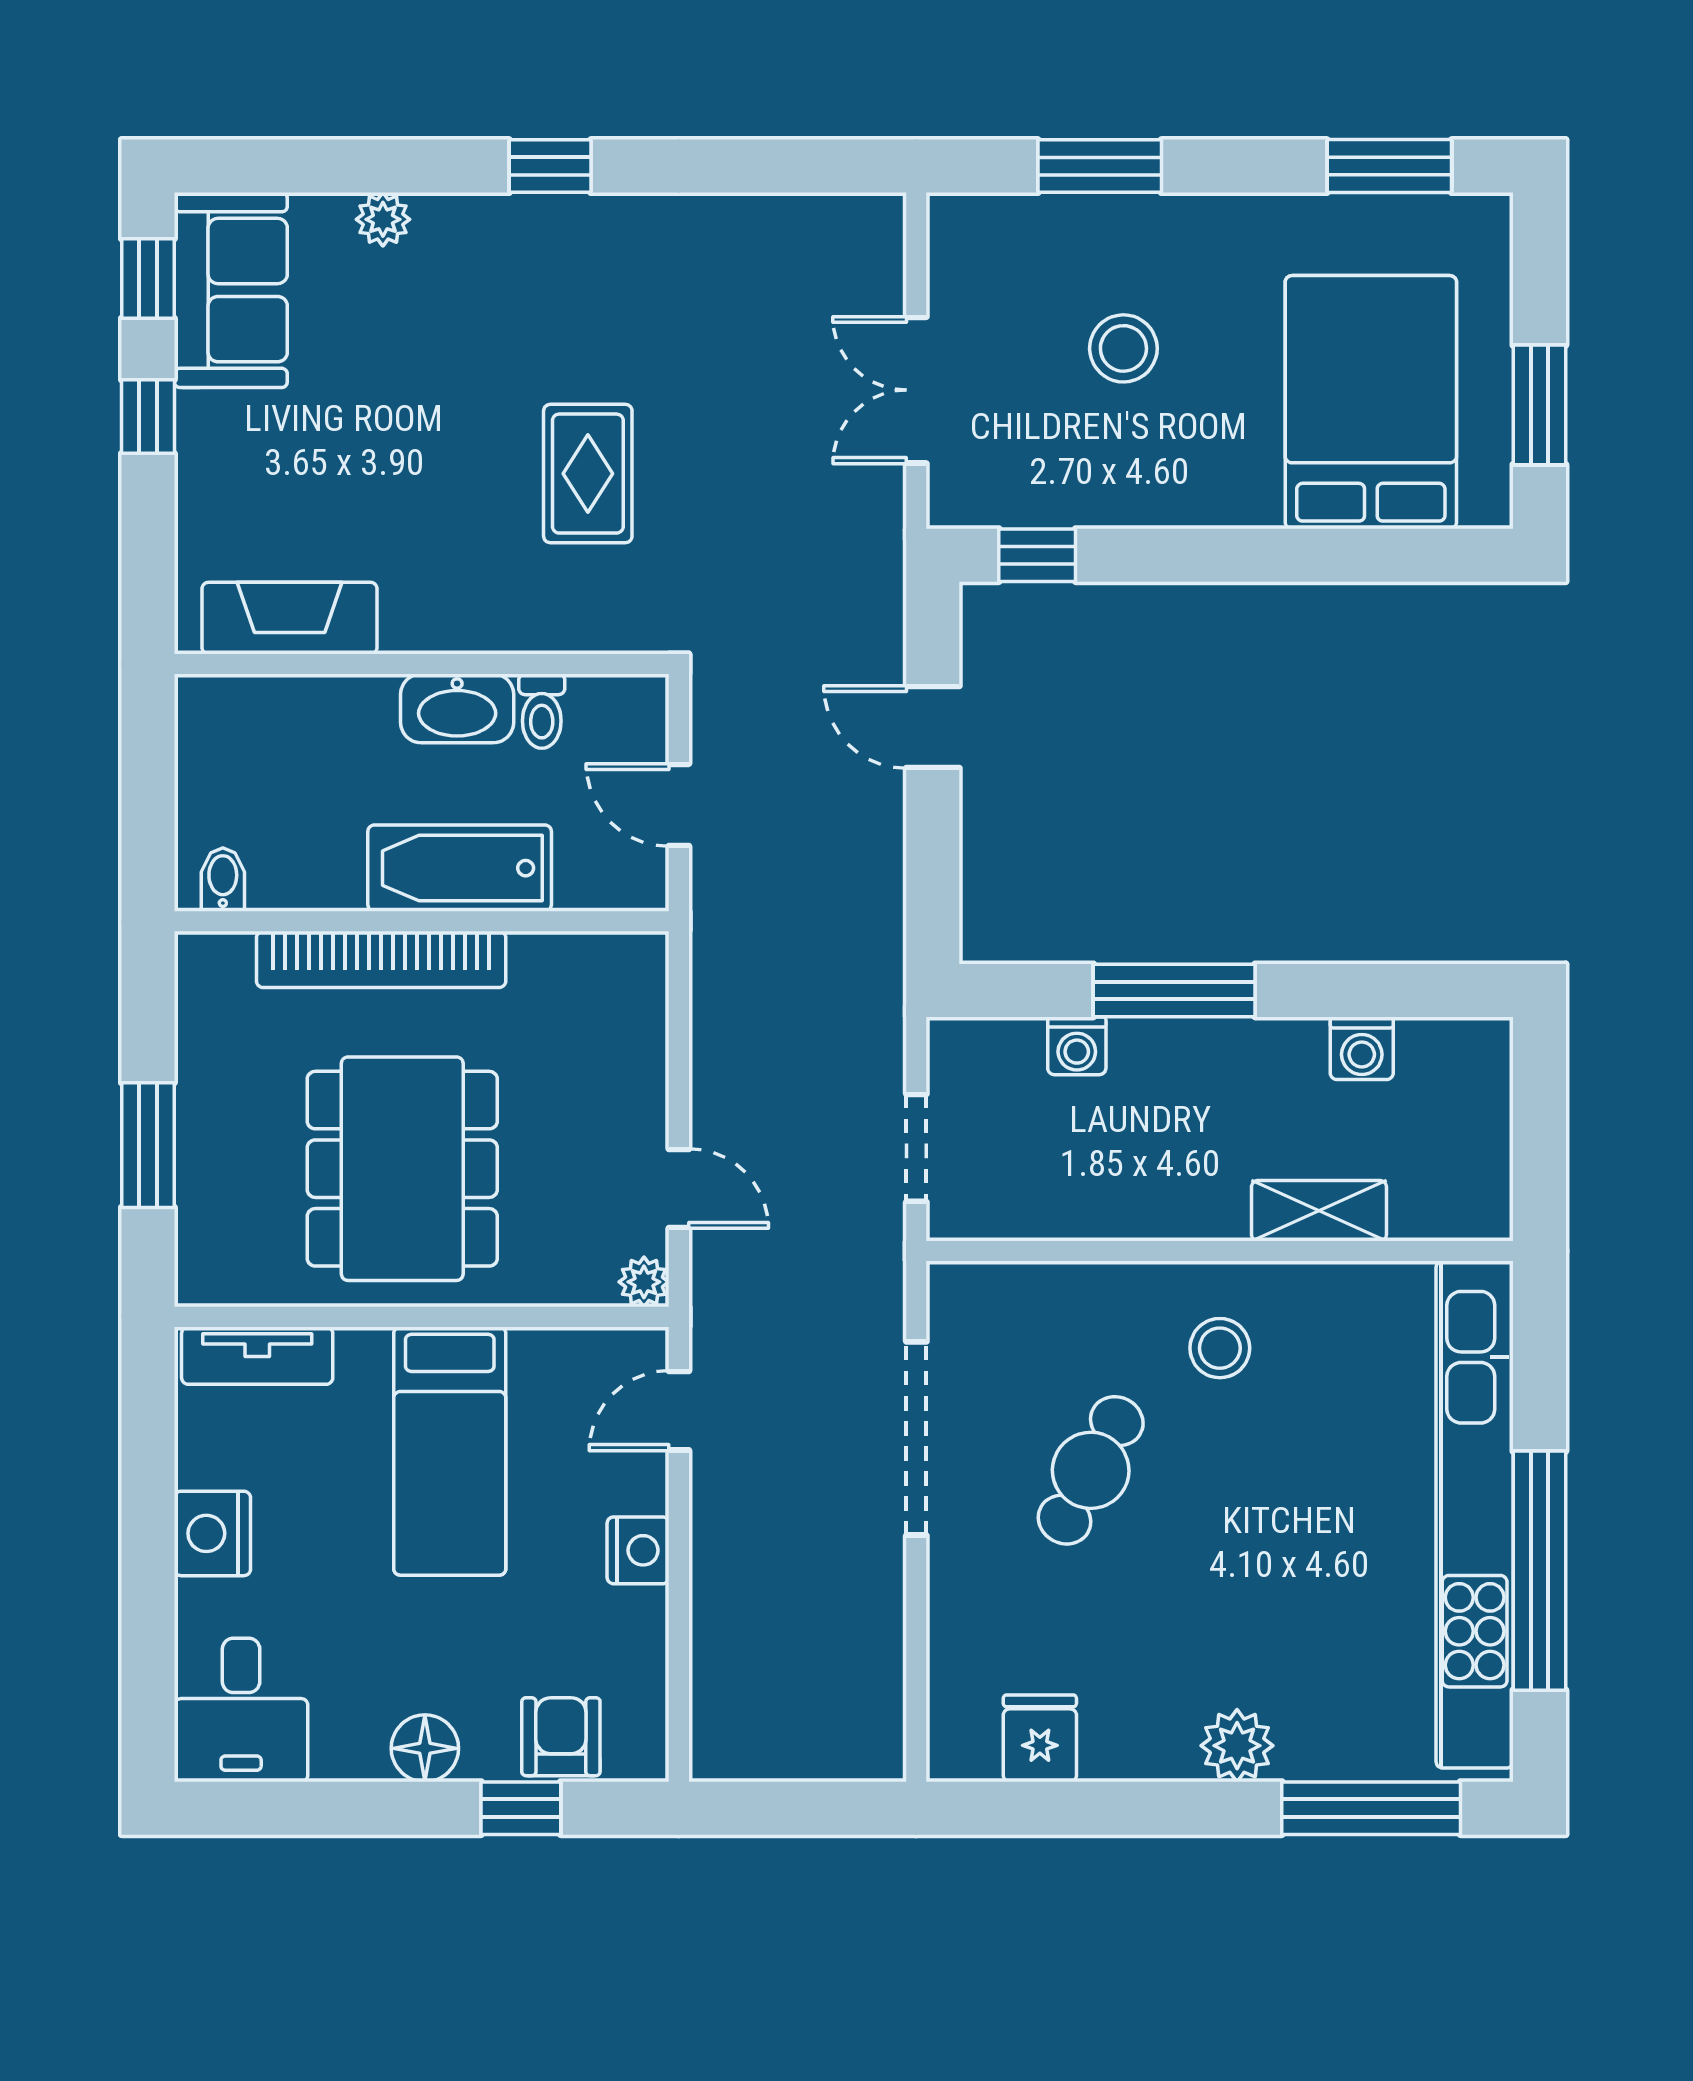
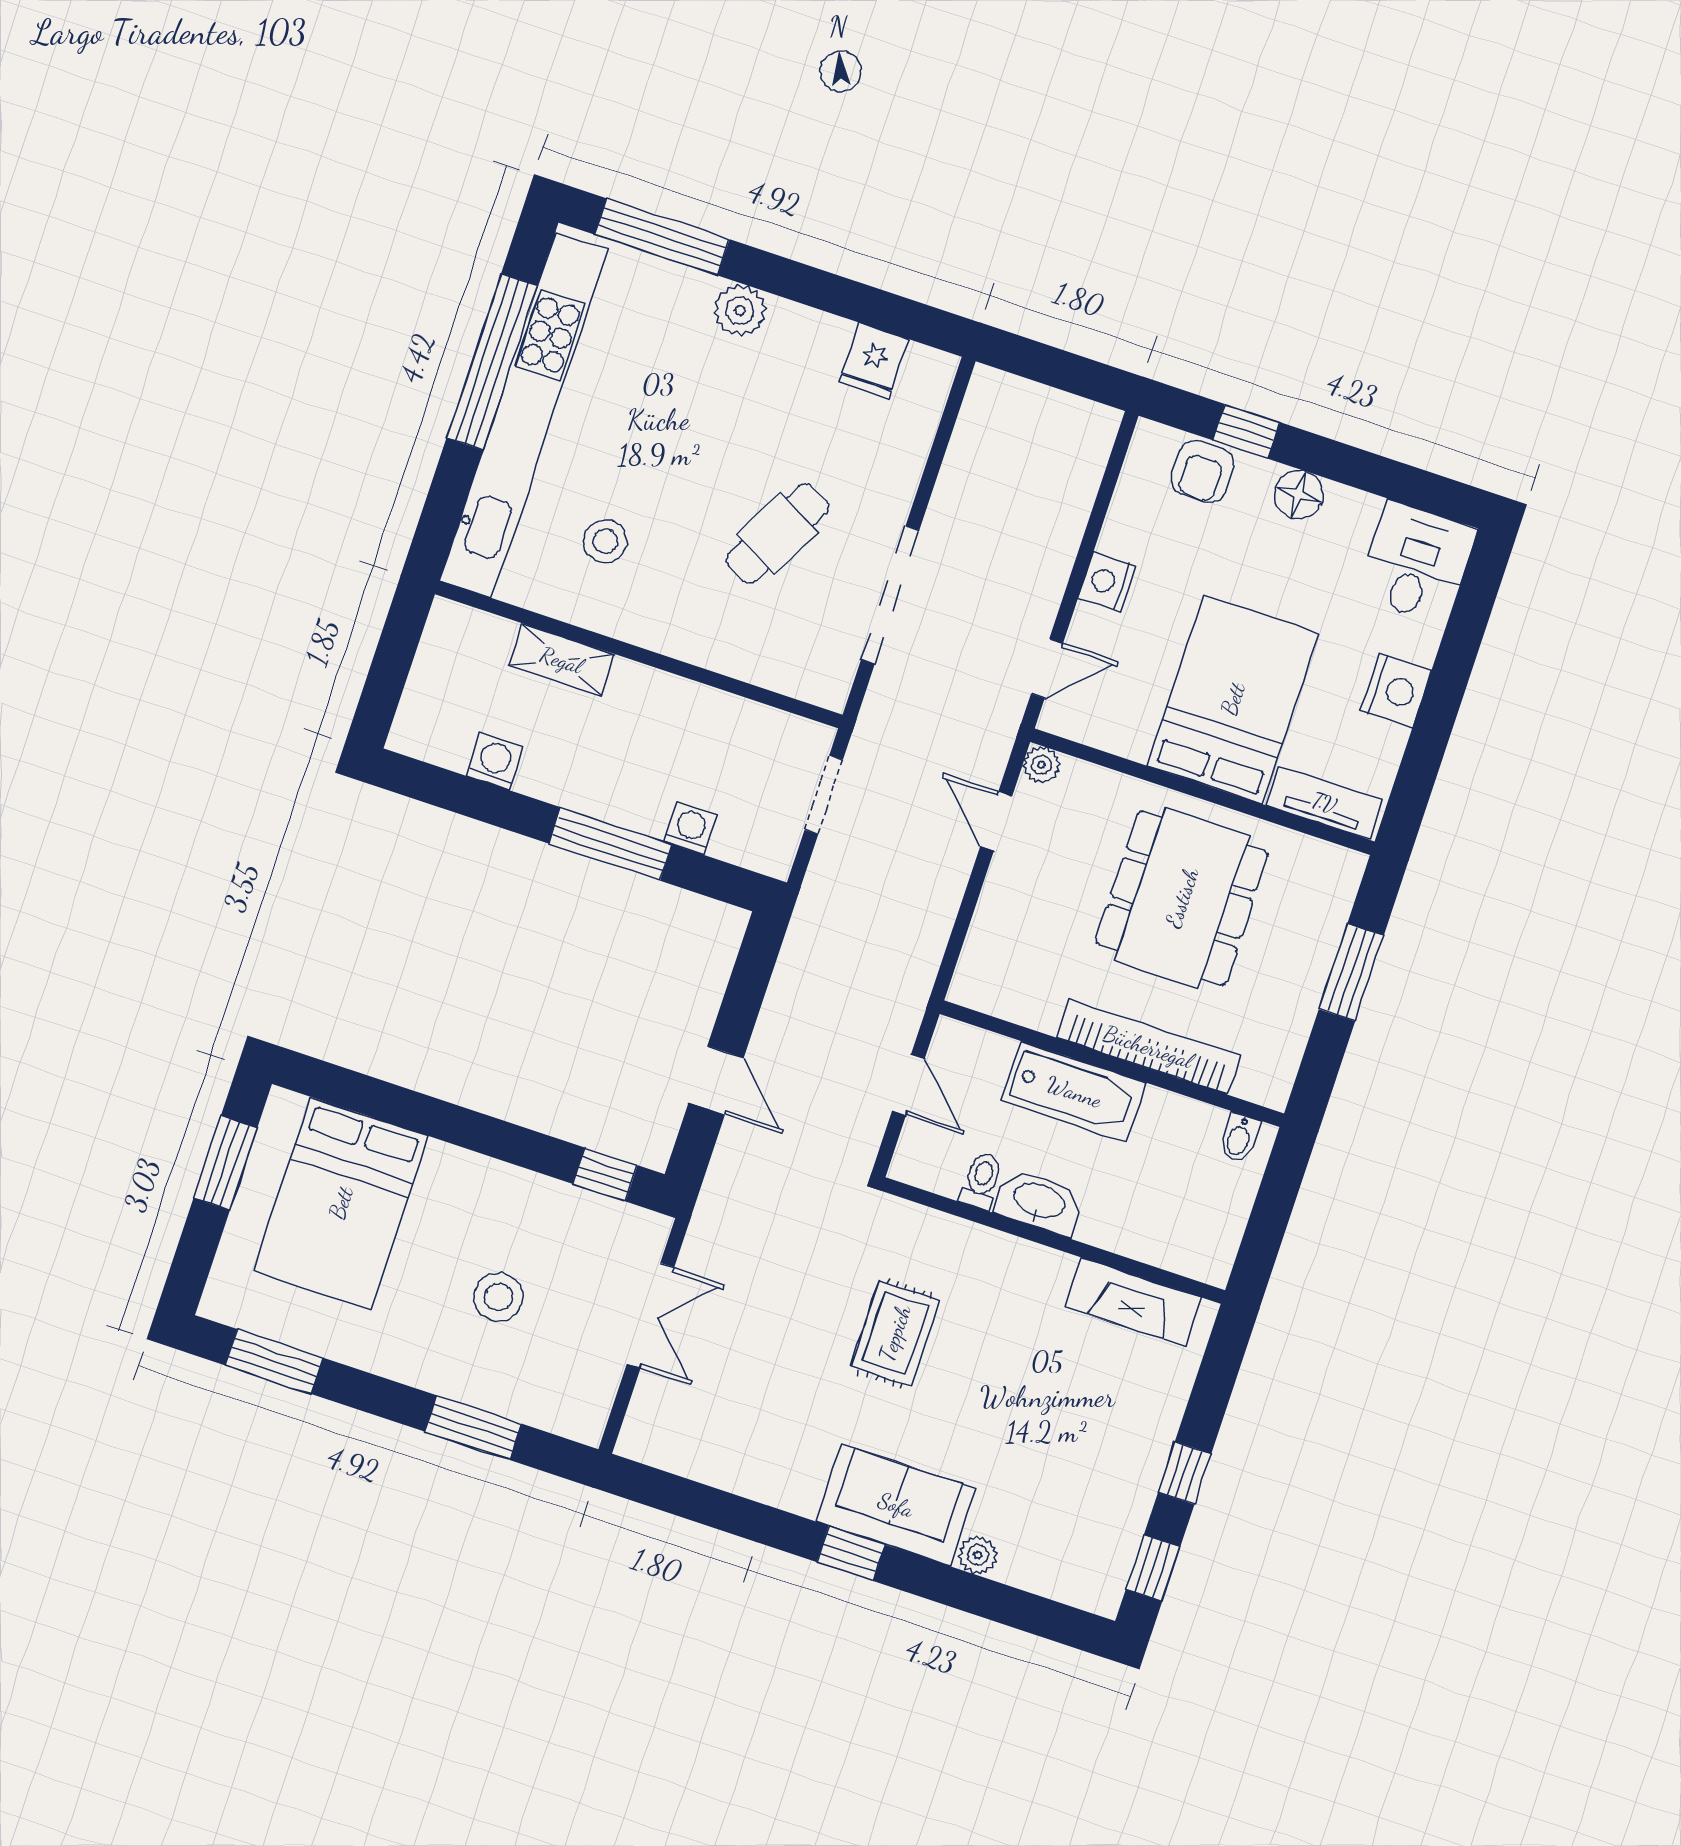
sofa: (231, 290) -> (896, 1505), moved, turned 90
stool: (1220, 1348) -> (605, 541), moved
bed: (450, 1451) -> (1233, 699), width x1.50

